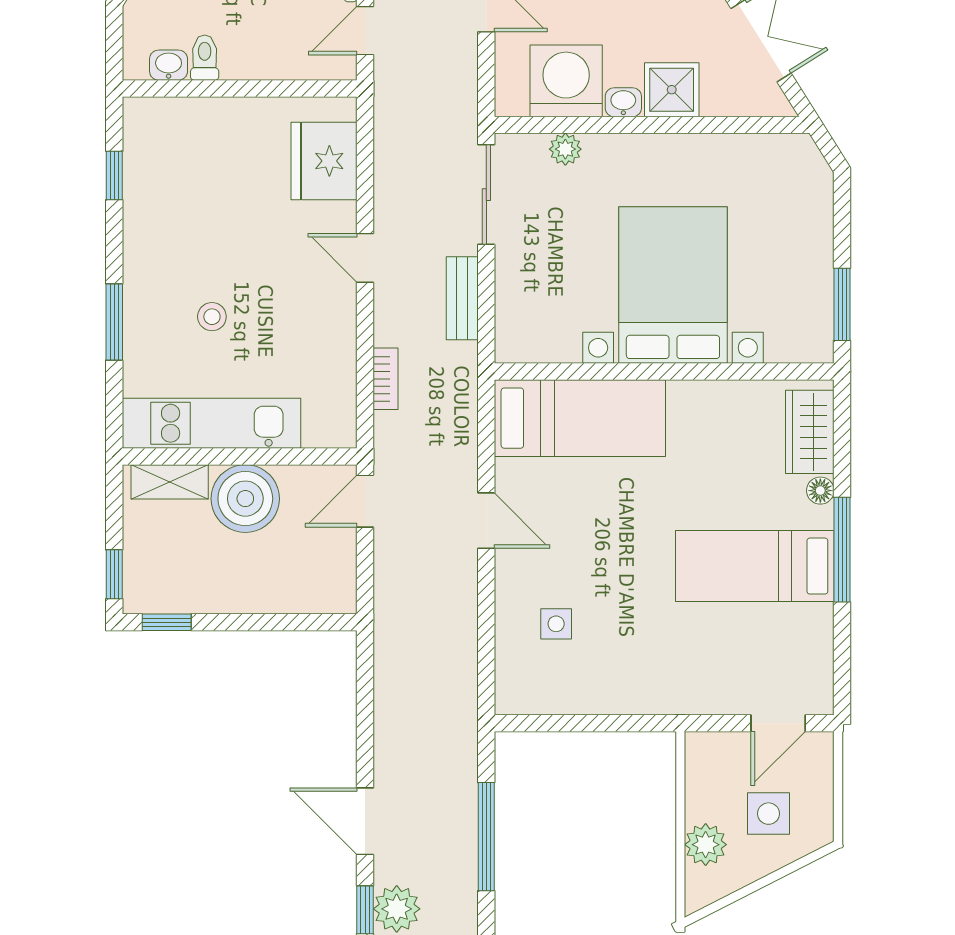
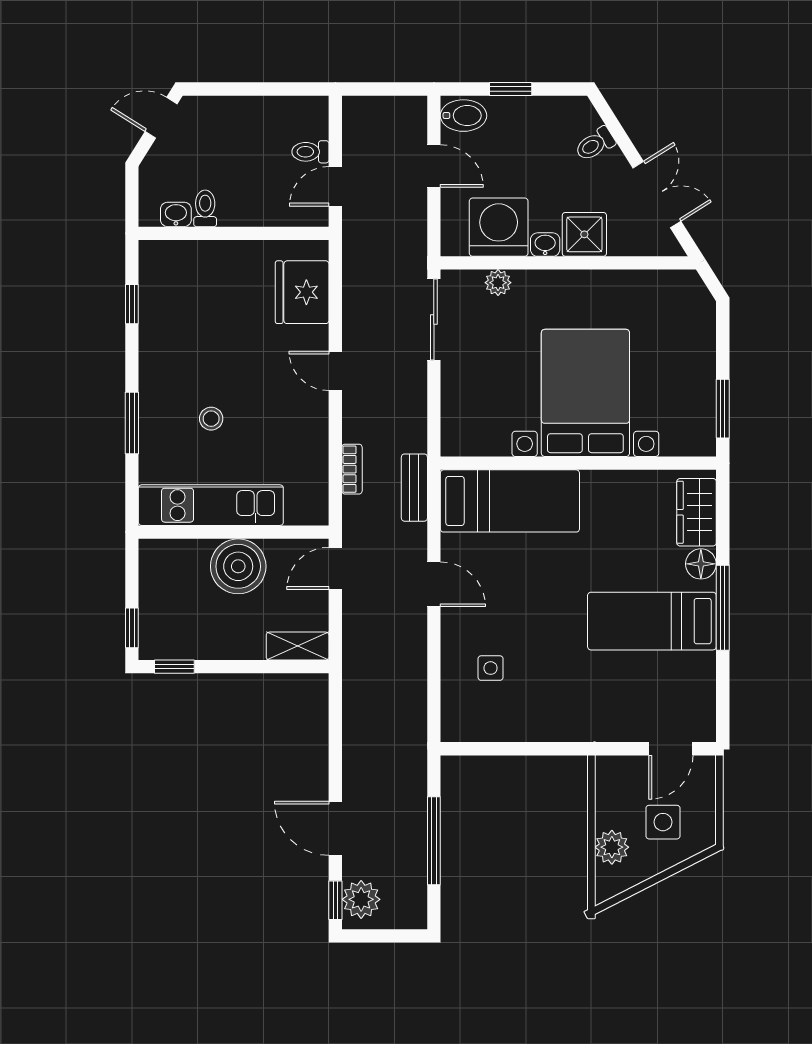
bench: (462, 298) -> (414, 488), moved
shelving: (170, 482) -> (298, 646), moved
floor lamp: (820, 491) -> (701, 564), width x1.37, depth x1.37

